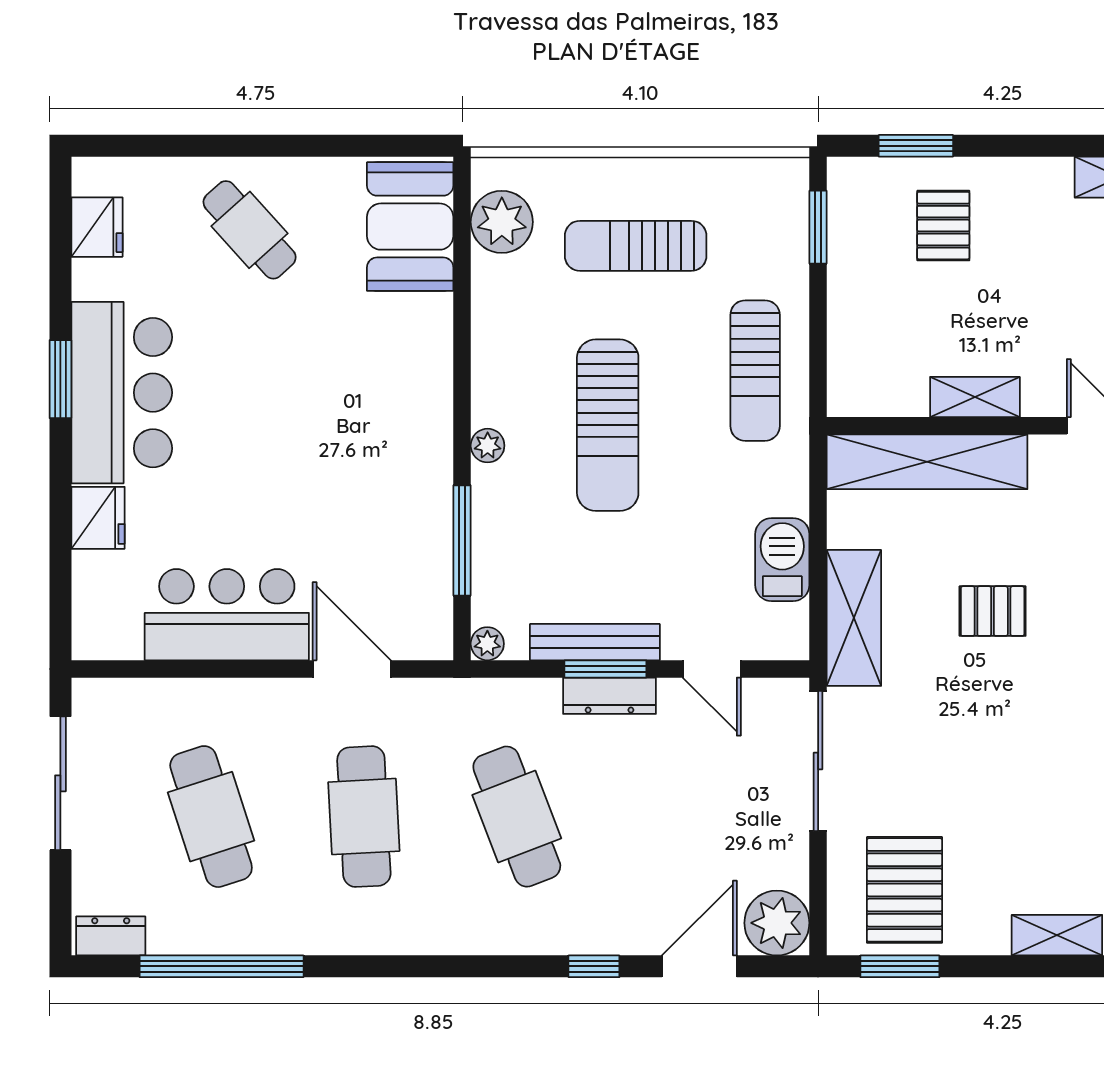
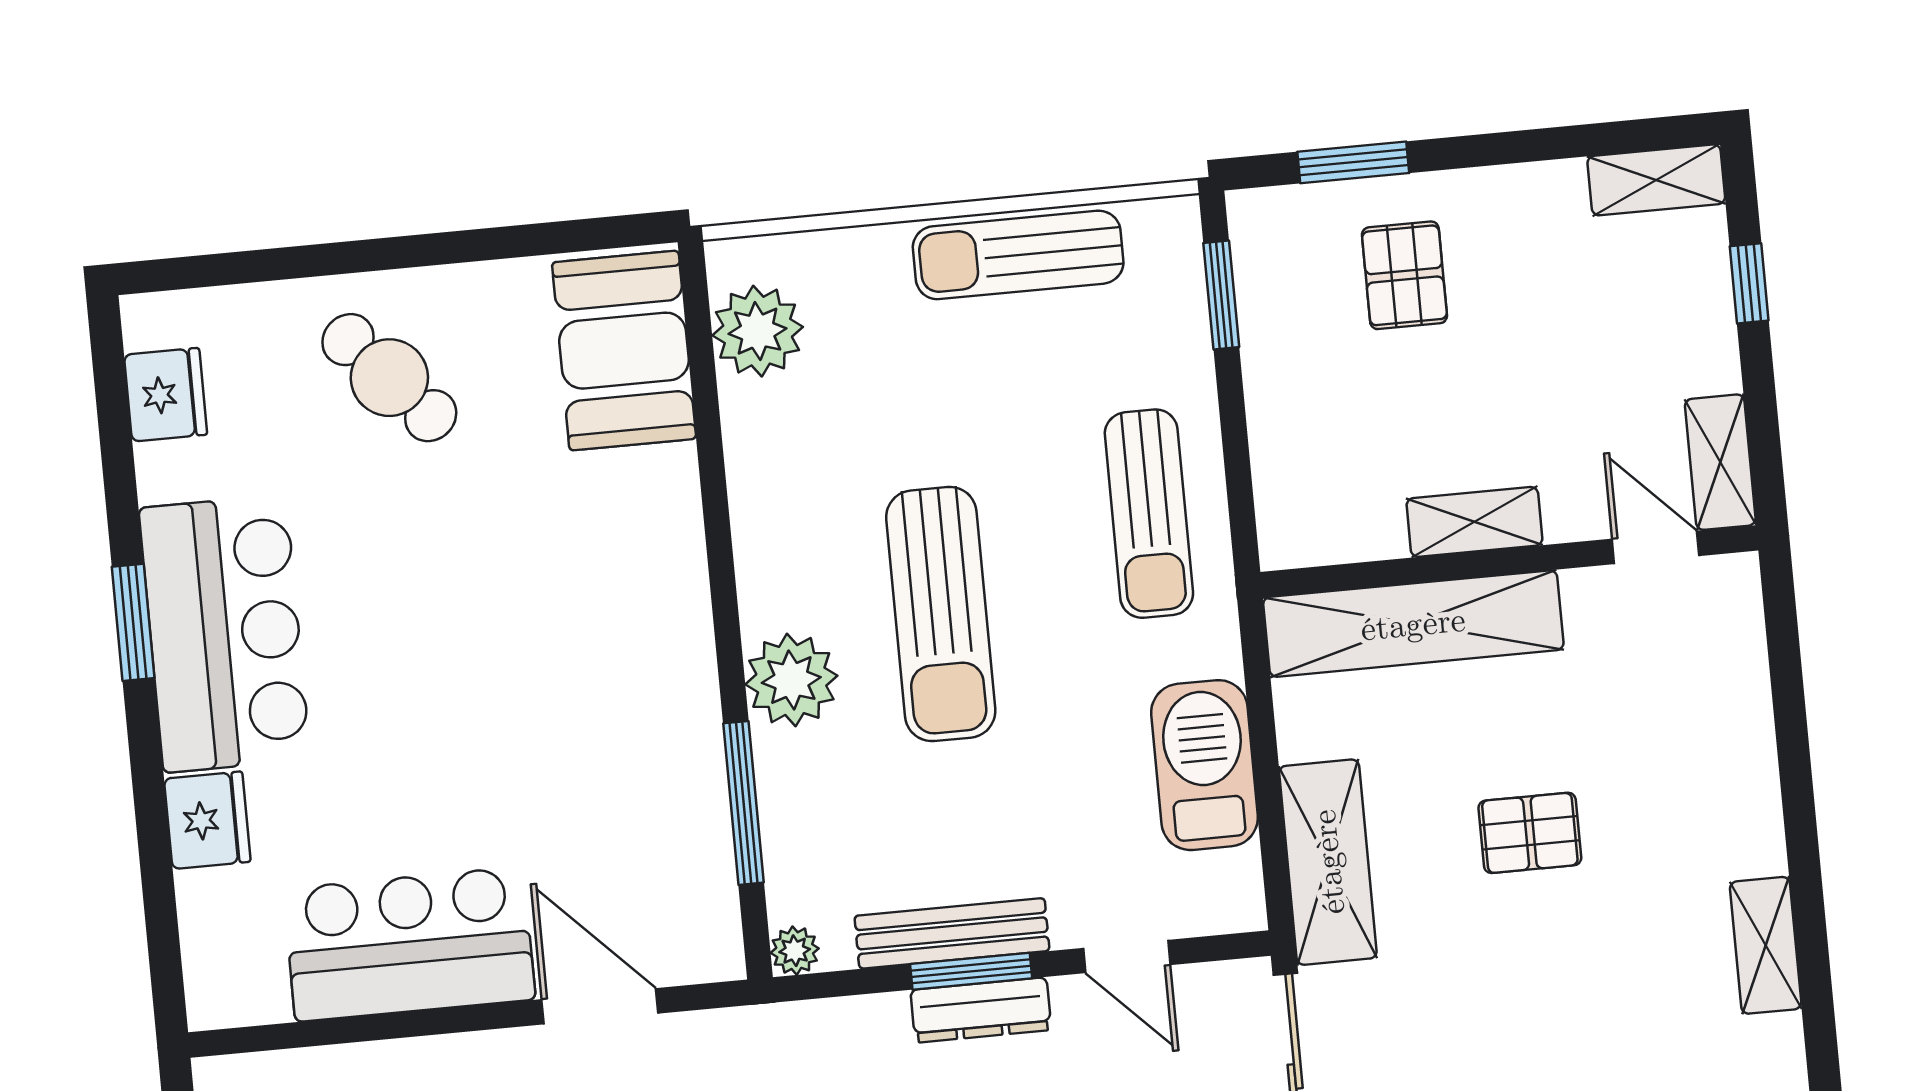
sun lounger: (636, 246) -> (1018, 255), moved
plant: (488, 446) -> (791, 680), width x1.88, depth x1.88
barbecue: (782, 560) -> (1204, 765), width x1.37, depth x1.21

